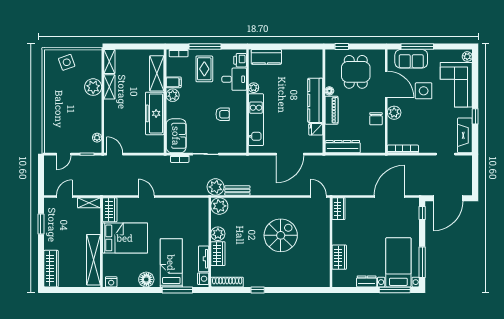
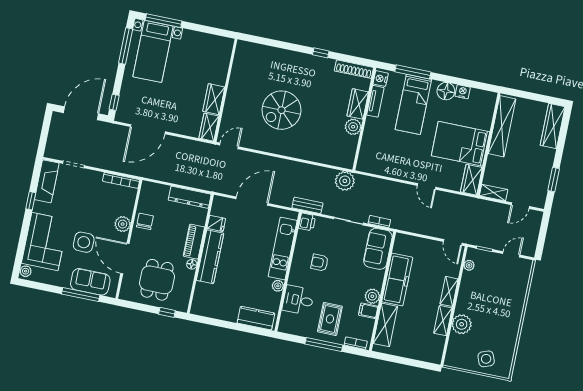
printer: (240, 60) -> (307, 222), moved
shelving: (109, 62) -> (449, 291), moved
bench: (237, 190) -> (307, 205), moved
door: (318, 196) -> (229, 146), swing flipped
plant: (219, 206) -> (345, 158), removed
wardrobe: (339, 257) -> (214, 99), moved
dresser: (367, 281) -> (194, 37), removed
nightstand: (111, 282) -> (463, 92), moved

